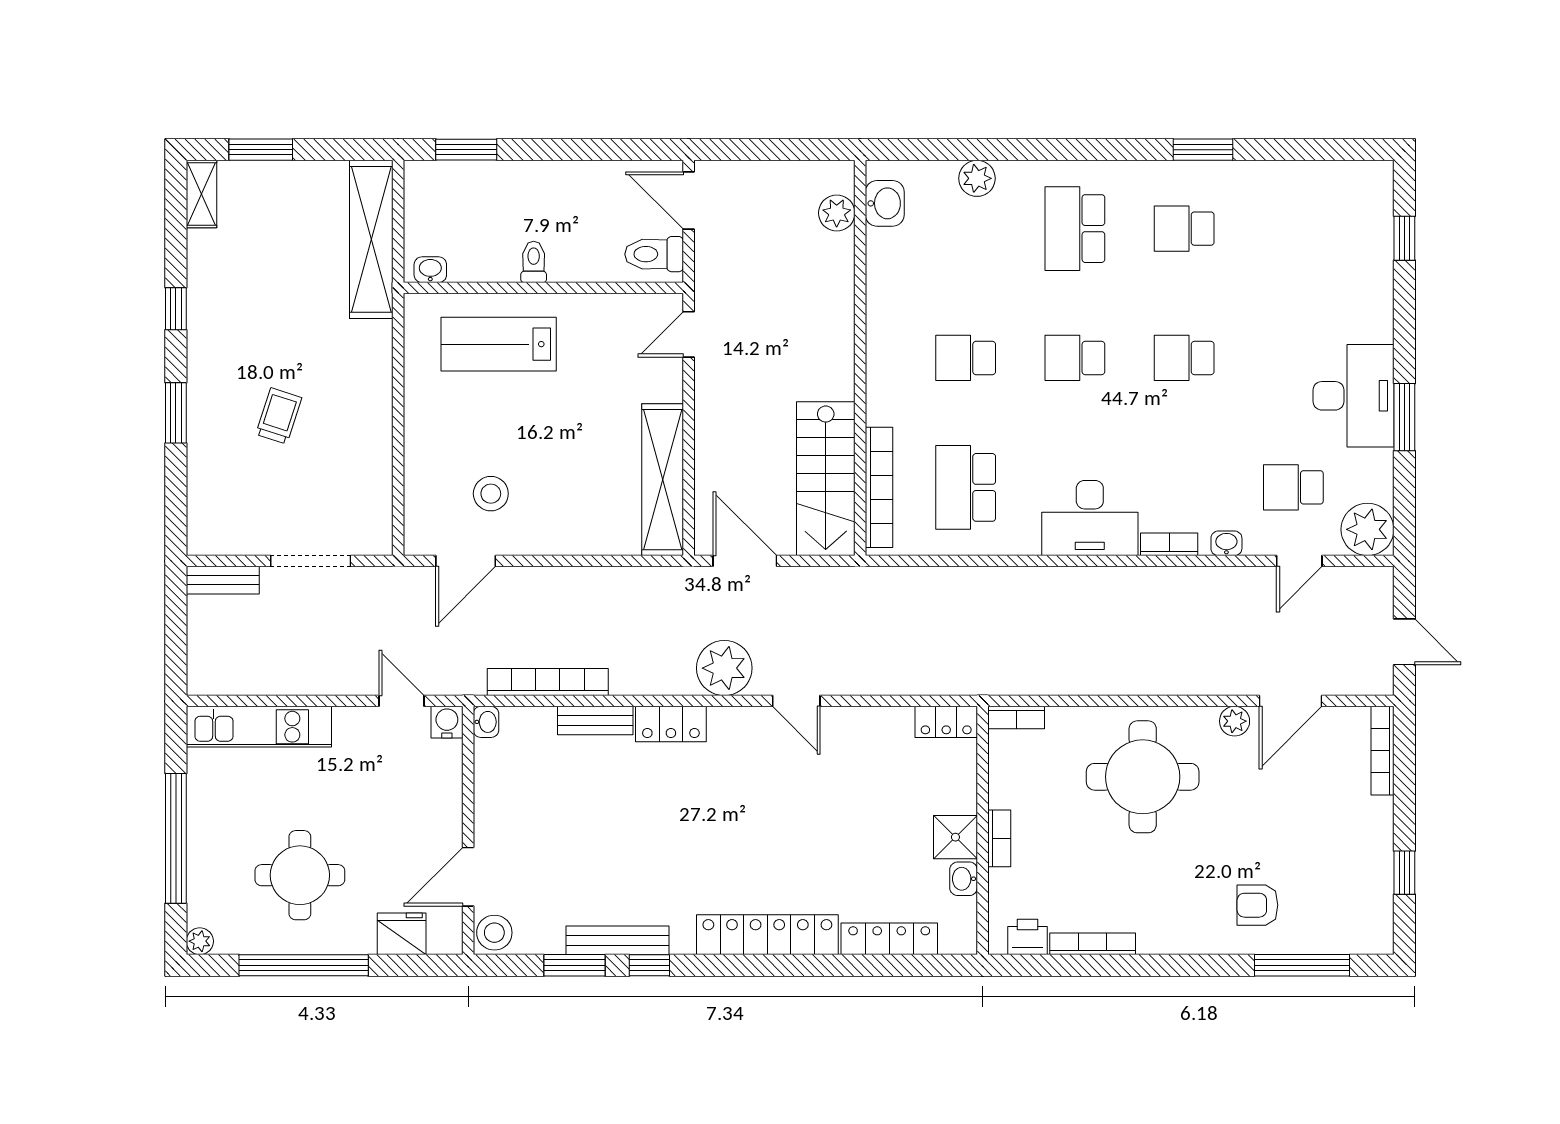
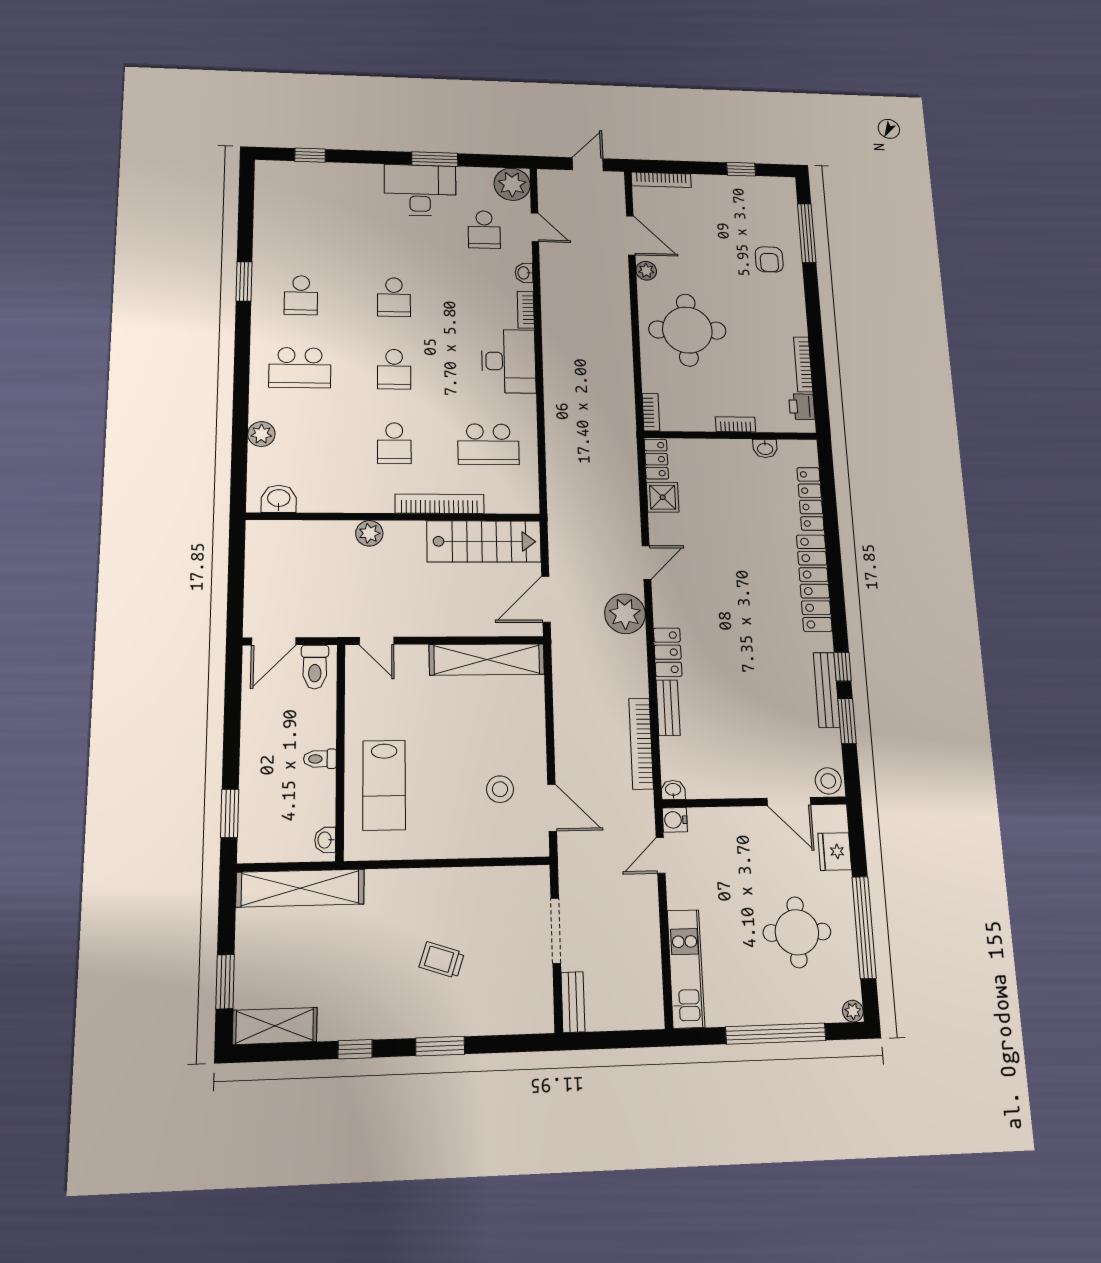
shelving: (201, 194) -> (275, 1026), width x1.50, depth x1.33
plant: (837, 213) -> (369, 533), moved
bookcase: (879, 487) -> (440, 504), moved
shower: (955, 837) -> (663, 497), moved

